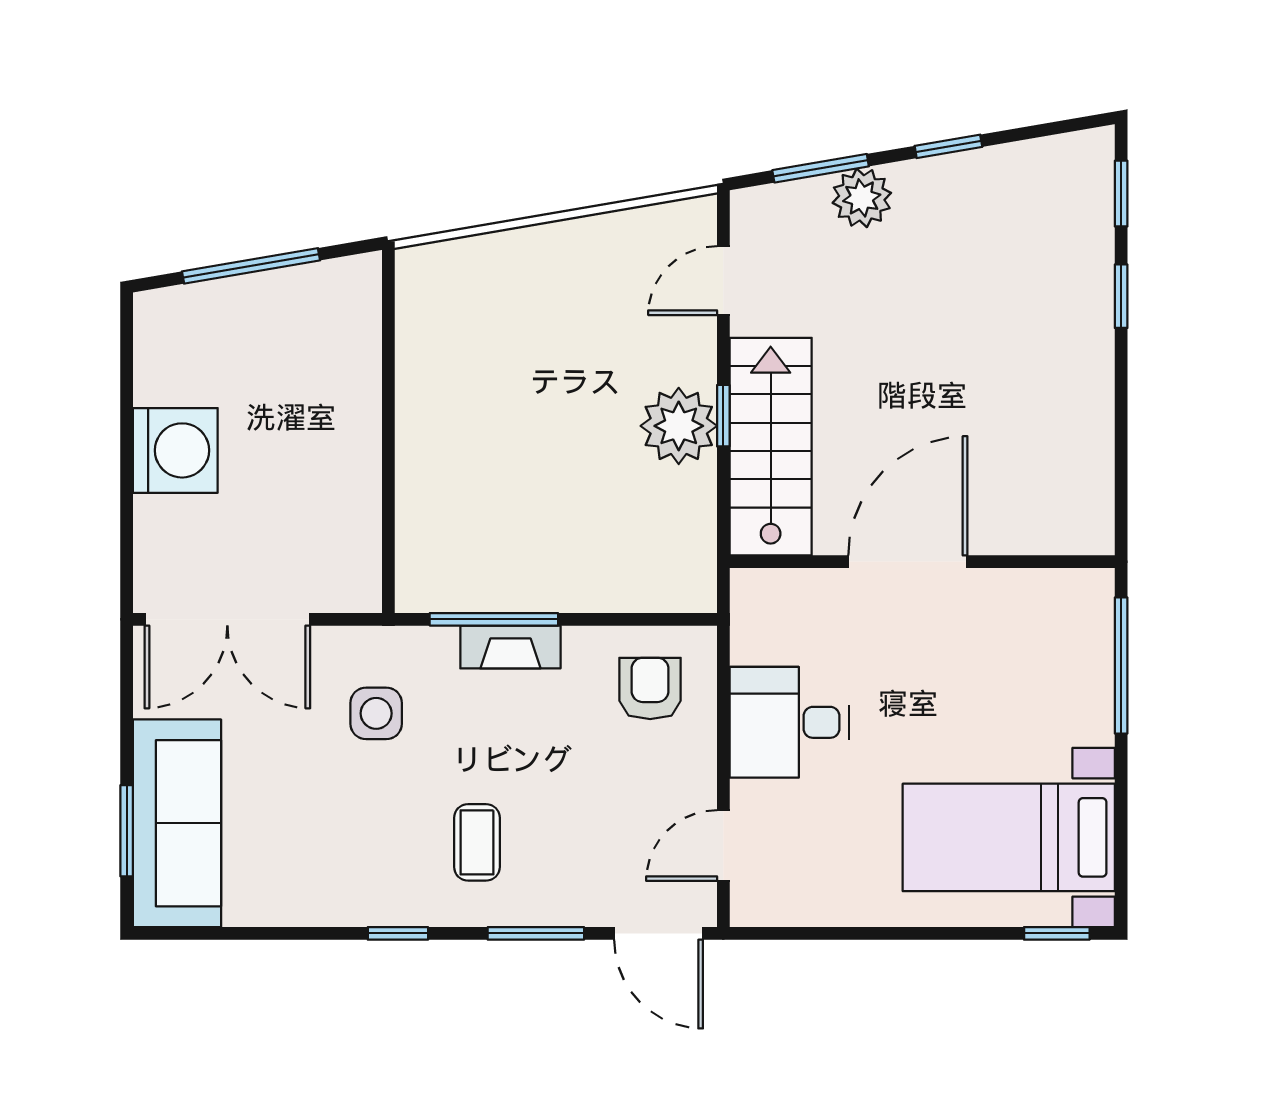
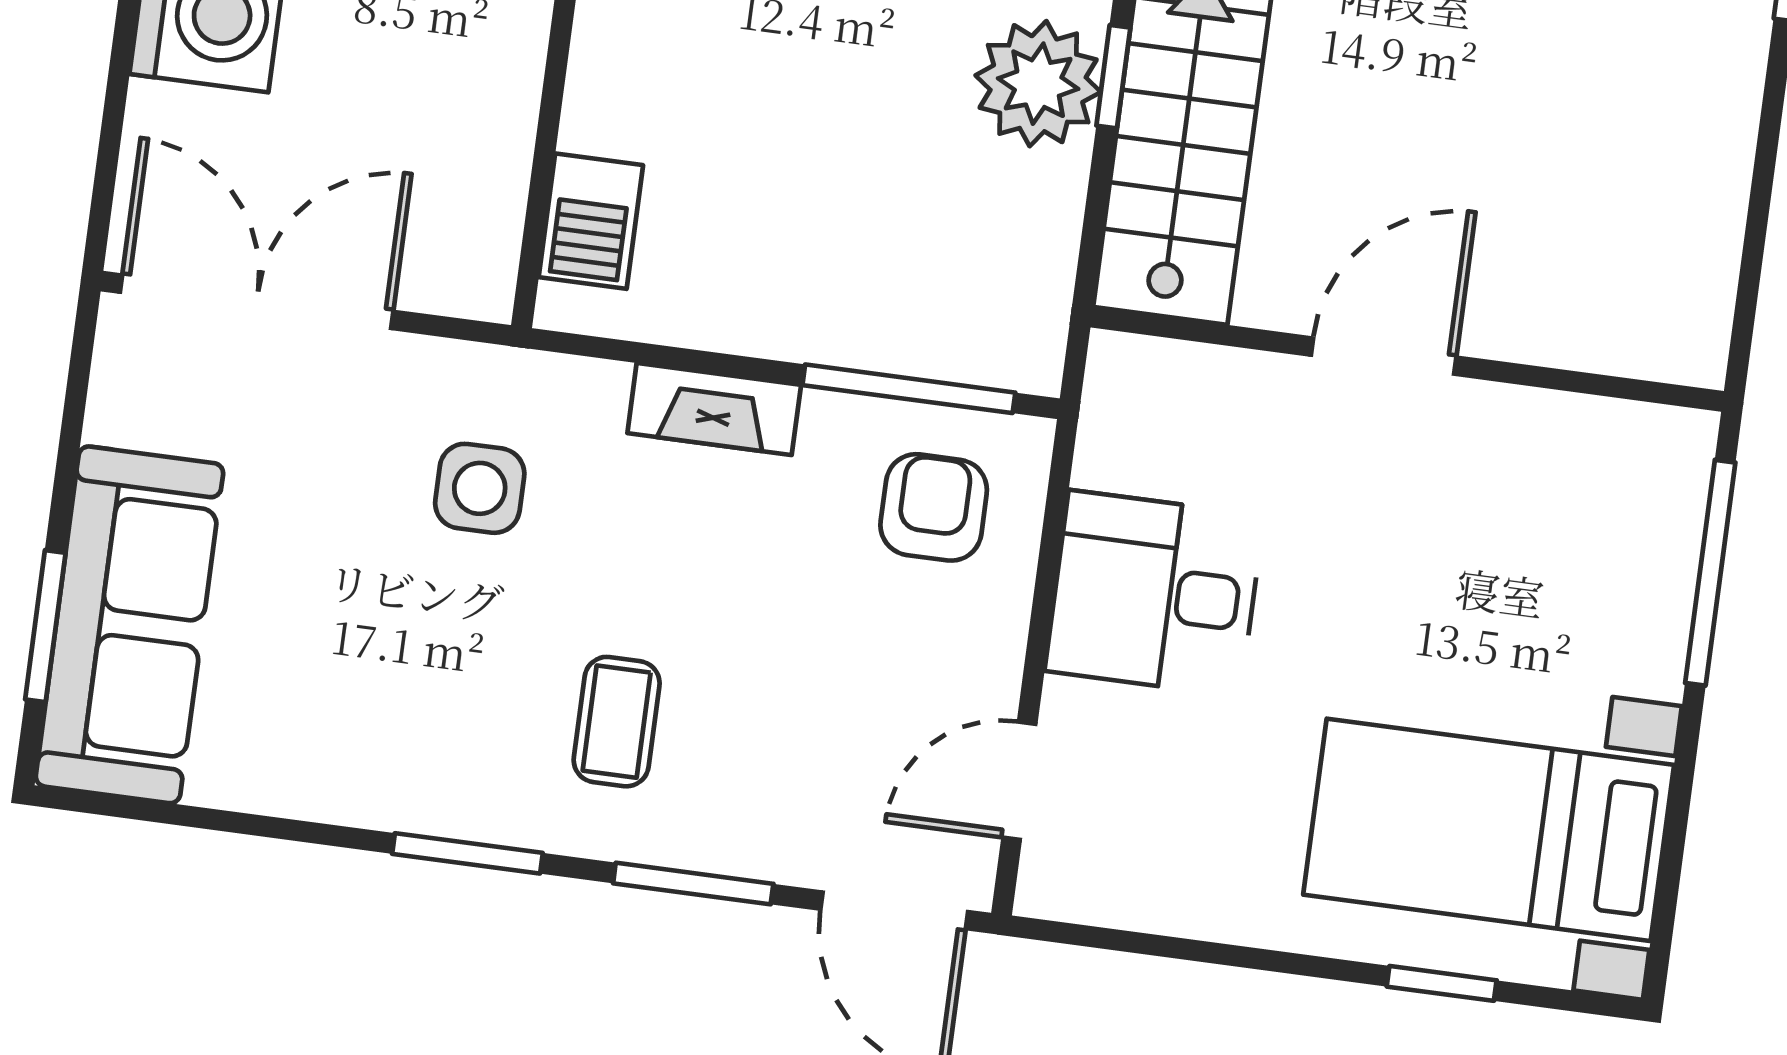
barbecue: (421, 544) -> (591, 221), added
door: (908, 562) -> (1384, 356), width x0.73
double door: (227, 619) -> (257, 302), swing flipped
window: (494, 619) -> (909, 389), moved
window: (398, 933) -> (467, 853), width x1.50
window: (1057, 933) -> (1442, 983), moved

